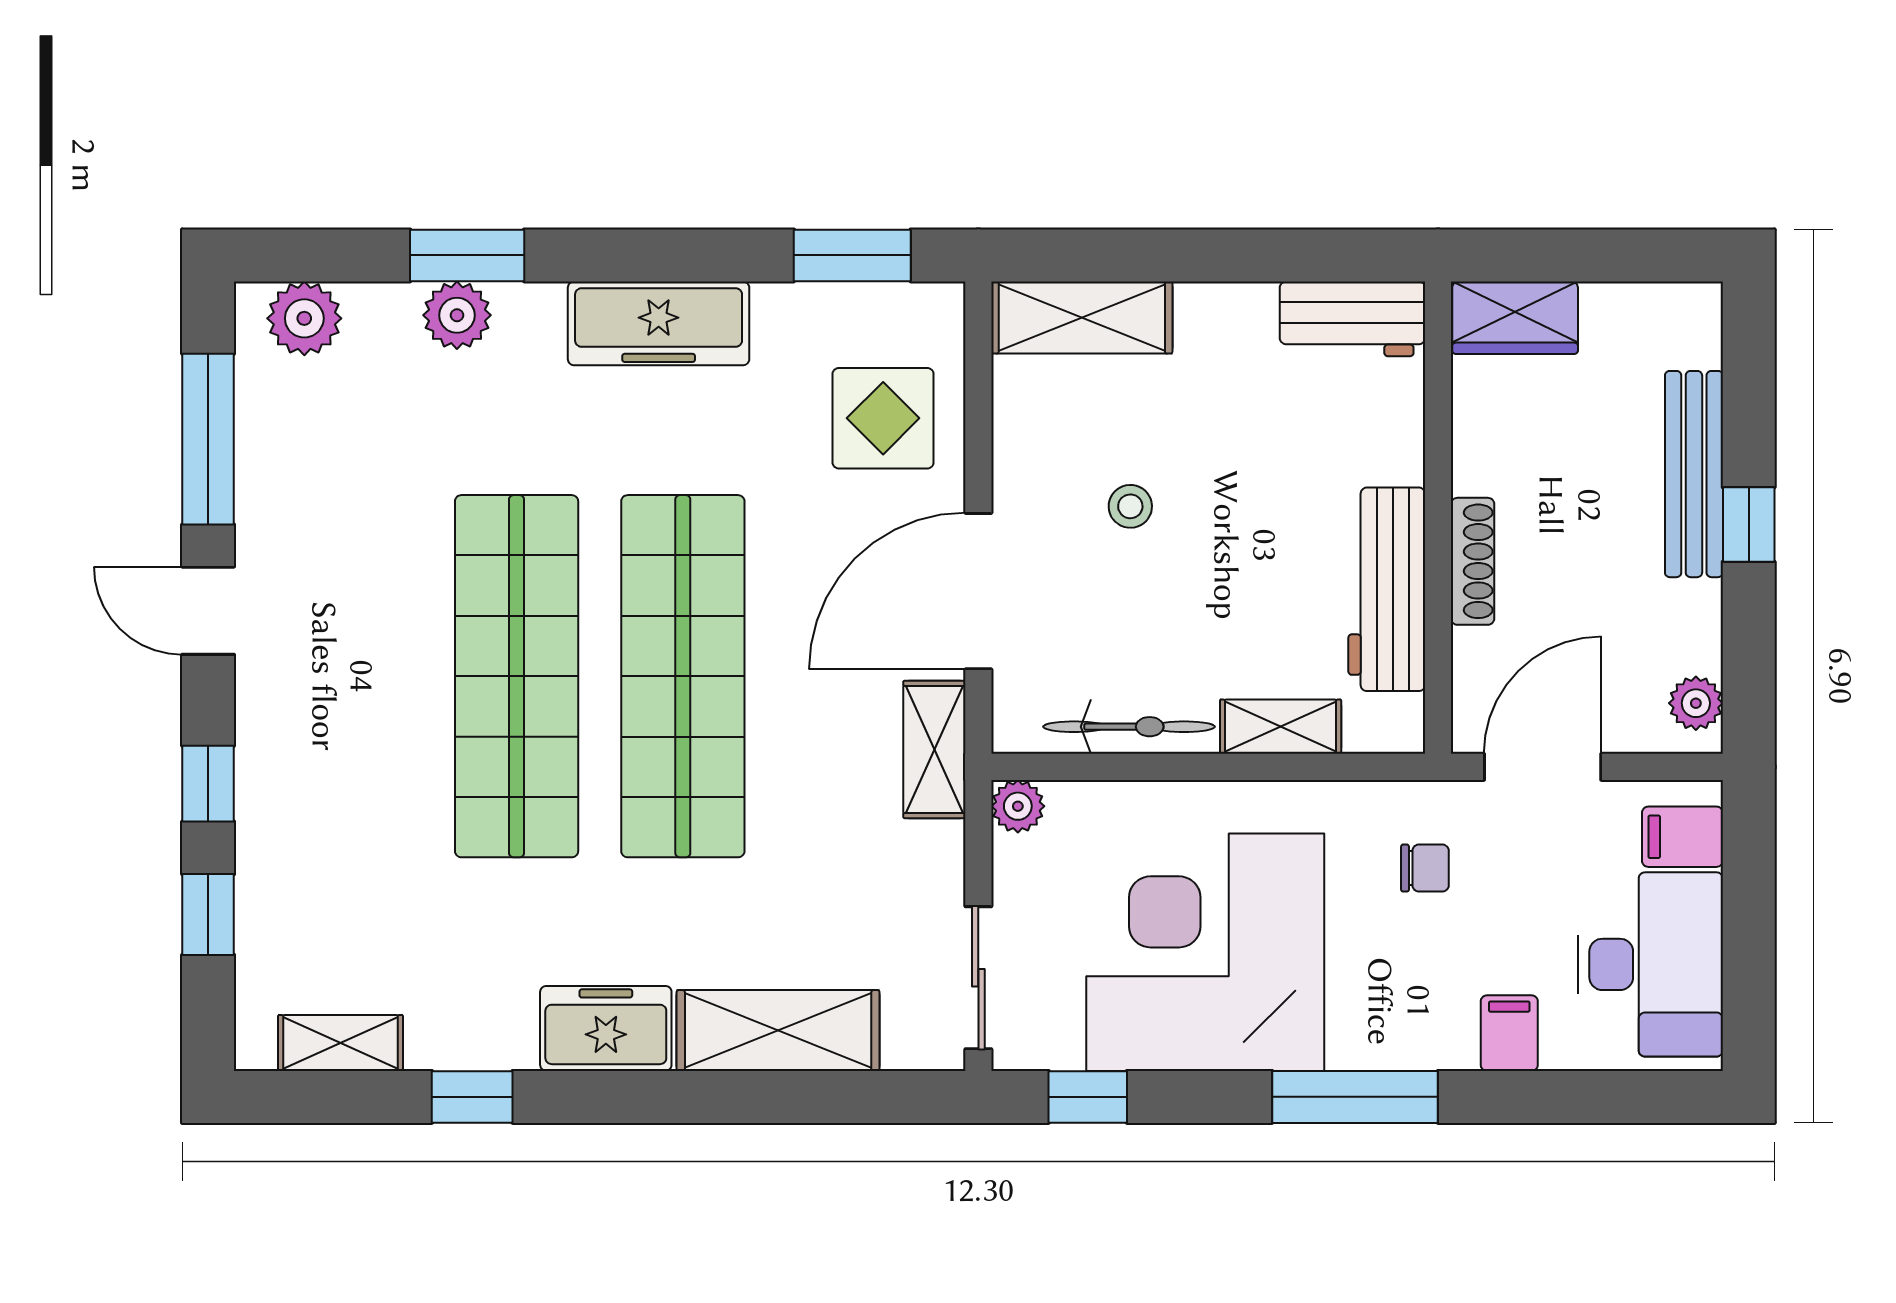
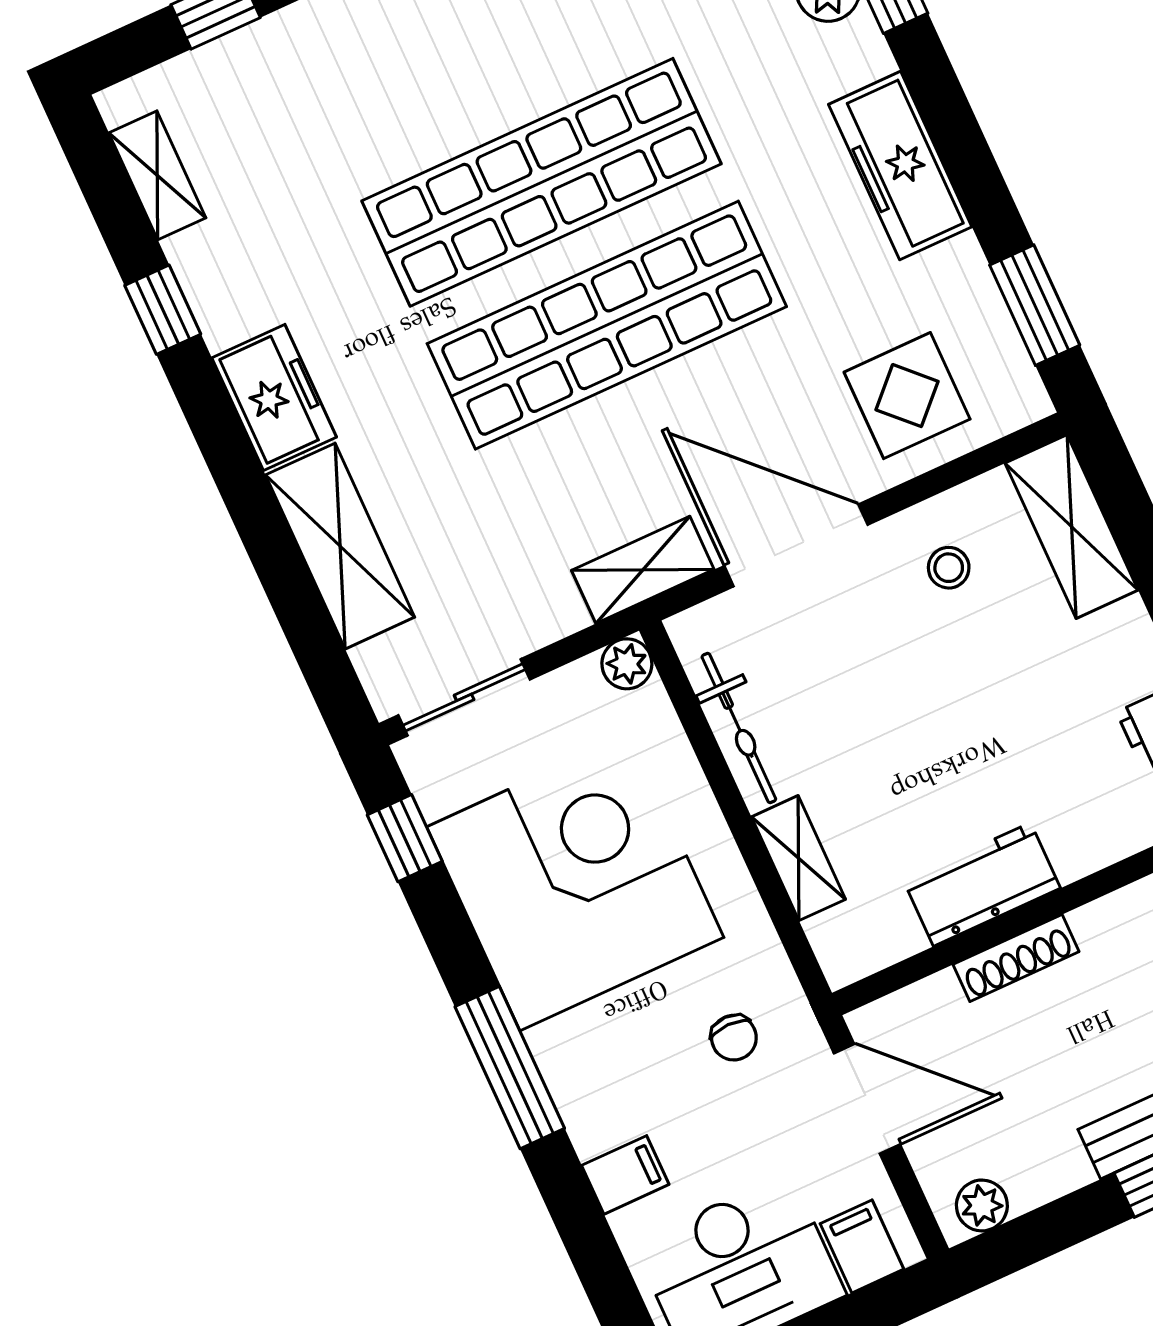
stool: (1130, 506) -> (949, 568), moved
workbench: (1387, 589) -> (982, 884), width x0.73

